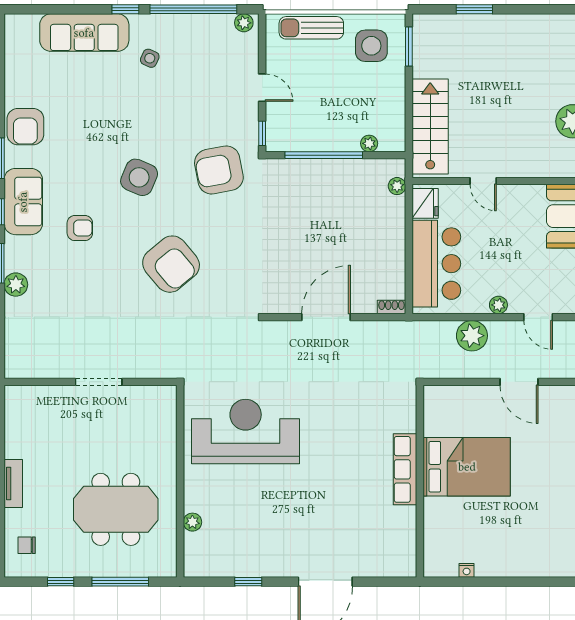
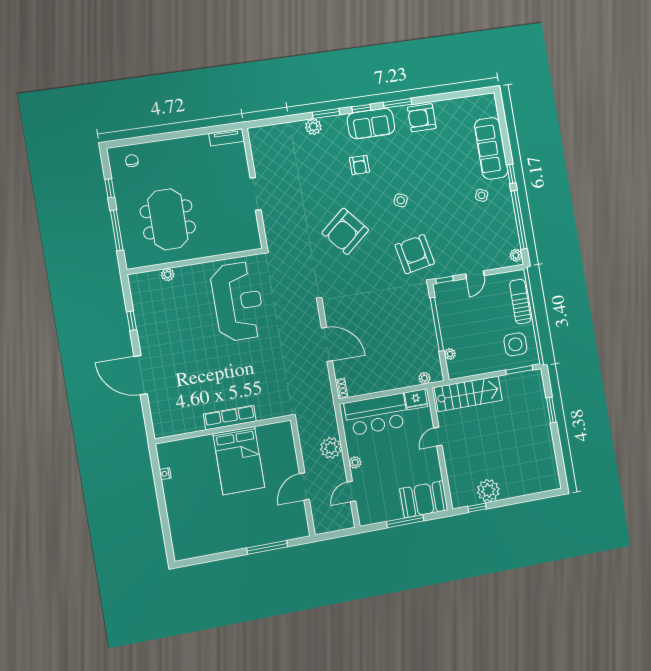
side table: (139, 177) -> (401, 200), width x0.54, depth x0.54
tv unit: (13, 483) -> (227, 137), moved

